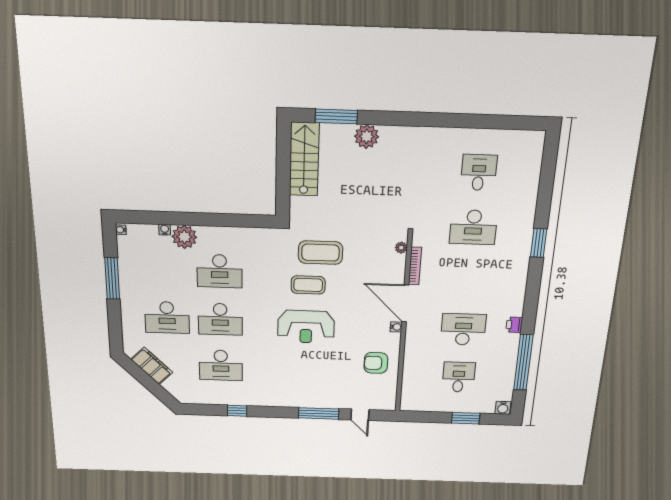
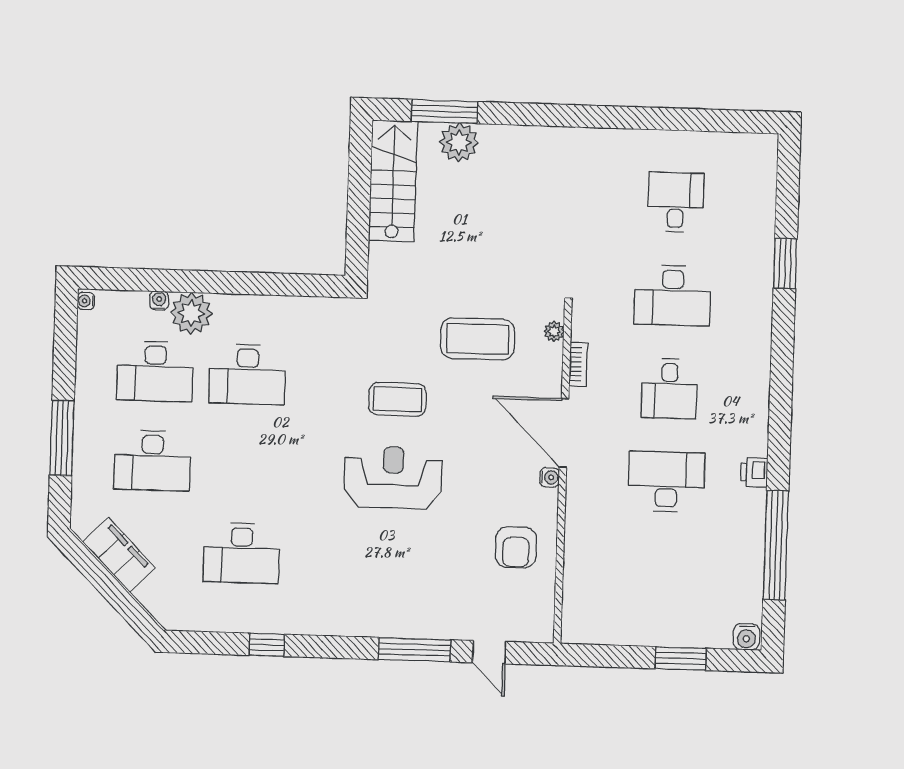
plant: (367, 136) -> (459, 142), moved
window: (539, 243) -> (785, 264), moved
coffee table: (320, 253) -> (478, 339), moved
bookcase: (415, 266) -> (578, 364), width x0.64
window: (112, 279) -> (62, 438), moved
desk: (220, 319) -> (155, 371), moved
reception desk: (306, 327) -> (393, 478), turned 180
armchair: (376, 363) -> (516, 547), turned -90
desk: (459, 377) -> (669, 389), moved, turned 180

